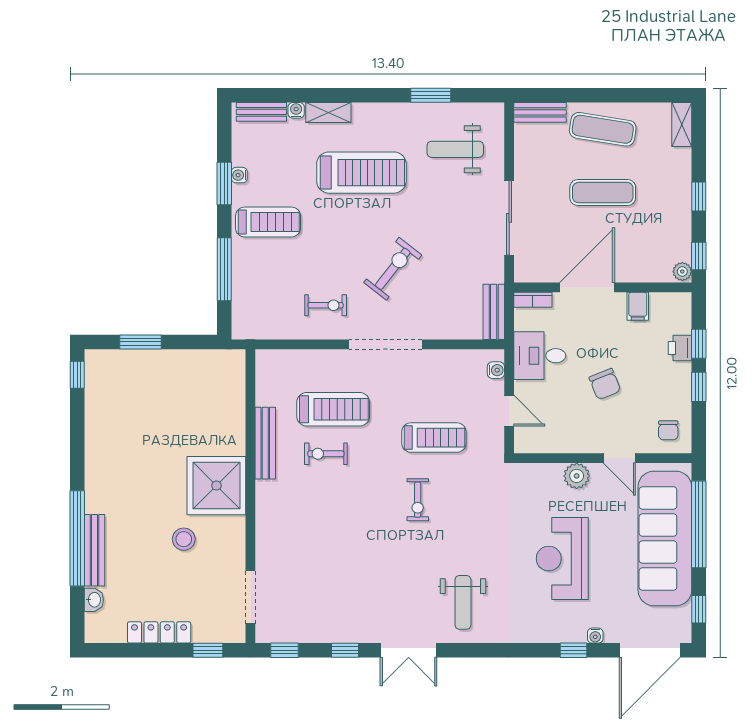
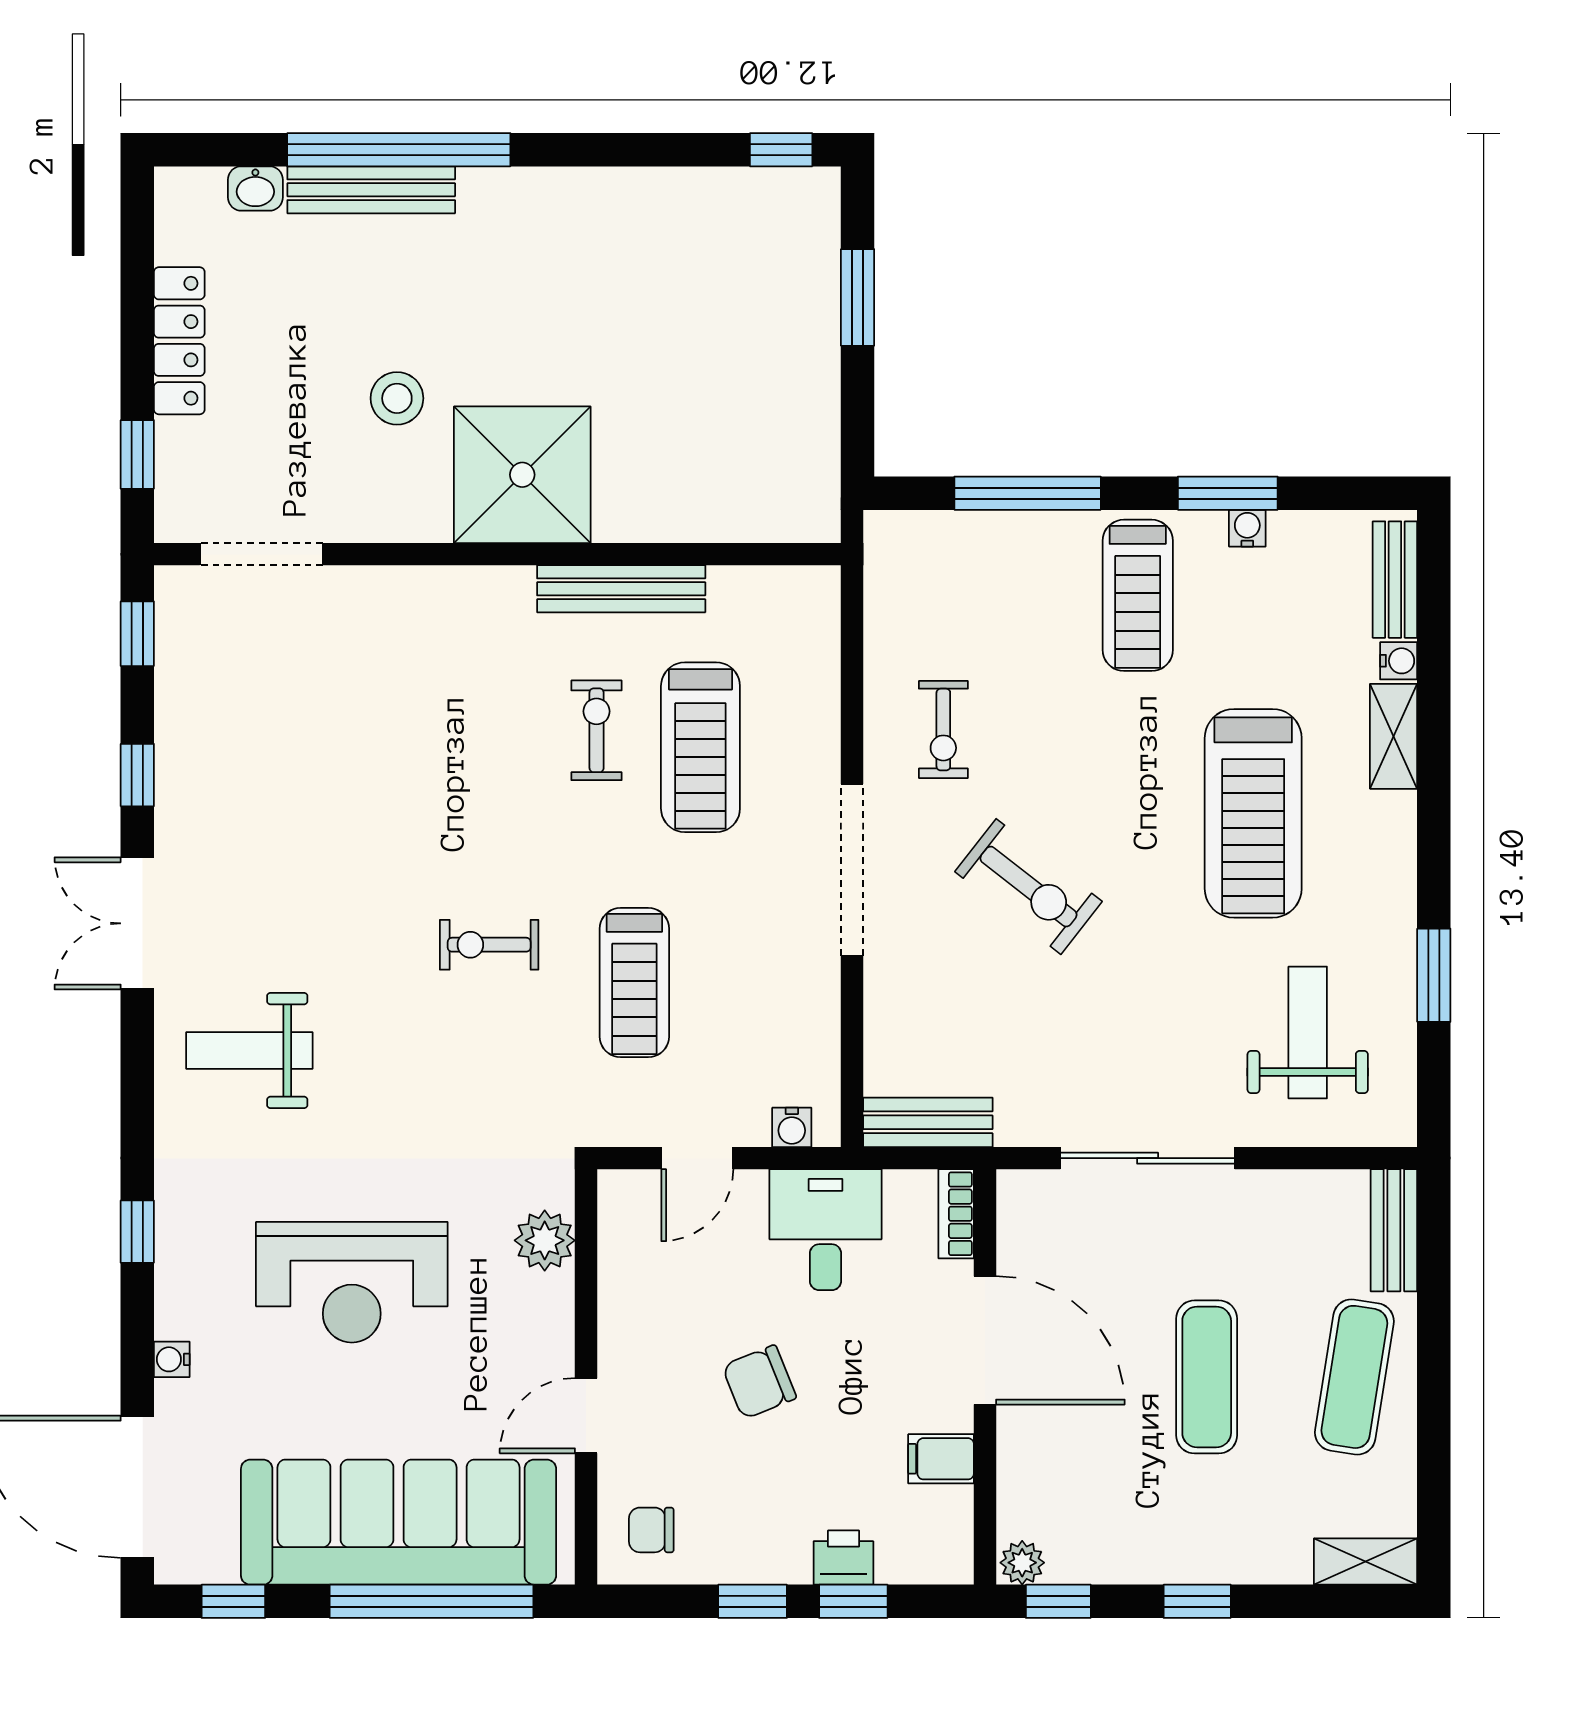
plant: (577, 476) -> (545, 1240), moved
reception desk: (562, 559) -> (352, 1282), turned 180
window: (574, 650) -> (137, 1232), moved

